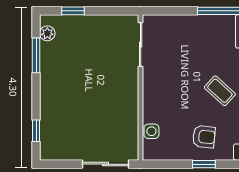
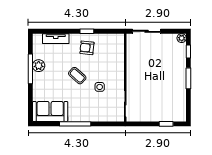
plant: (47, 33) -> (182, 38), moved
window: (36, 55) -> (188, 78), moved
side table: (151, 131) -> (100, 87), moved

